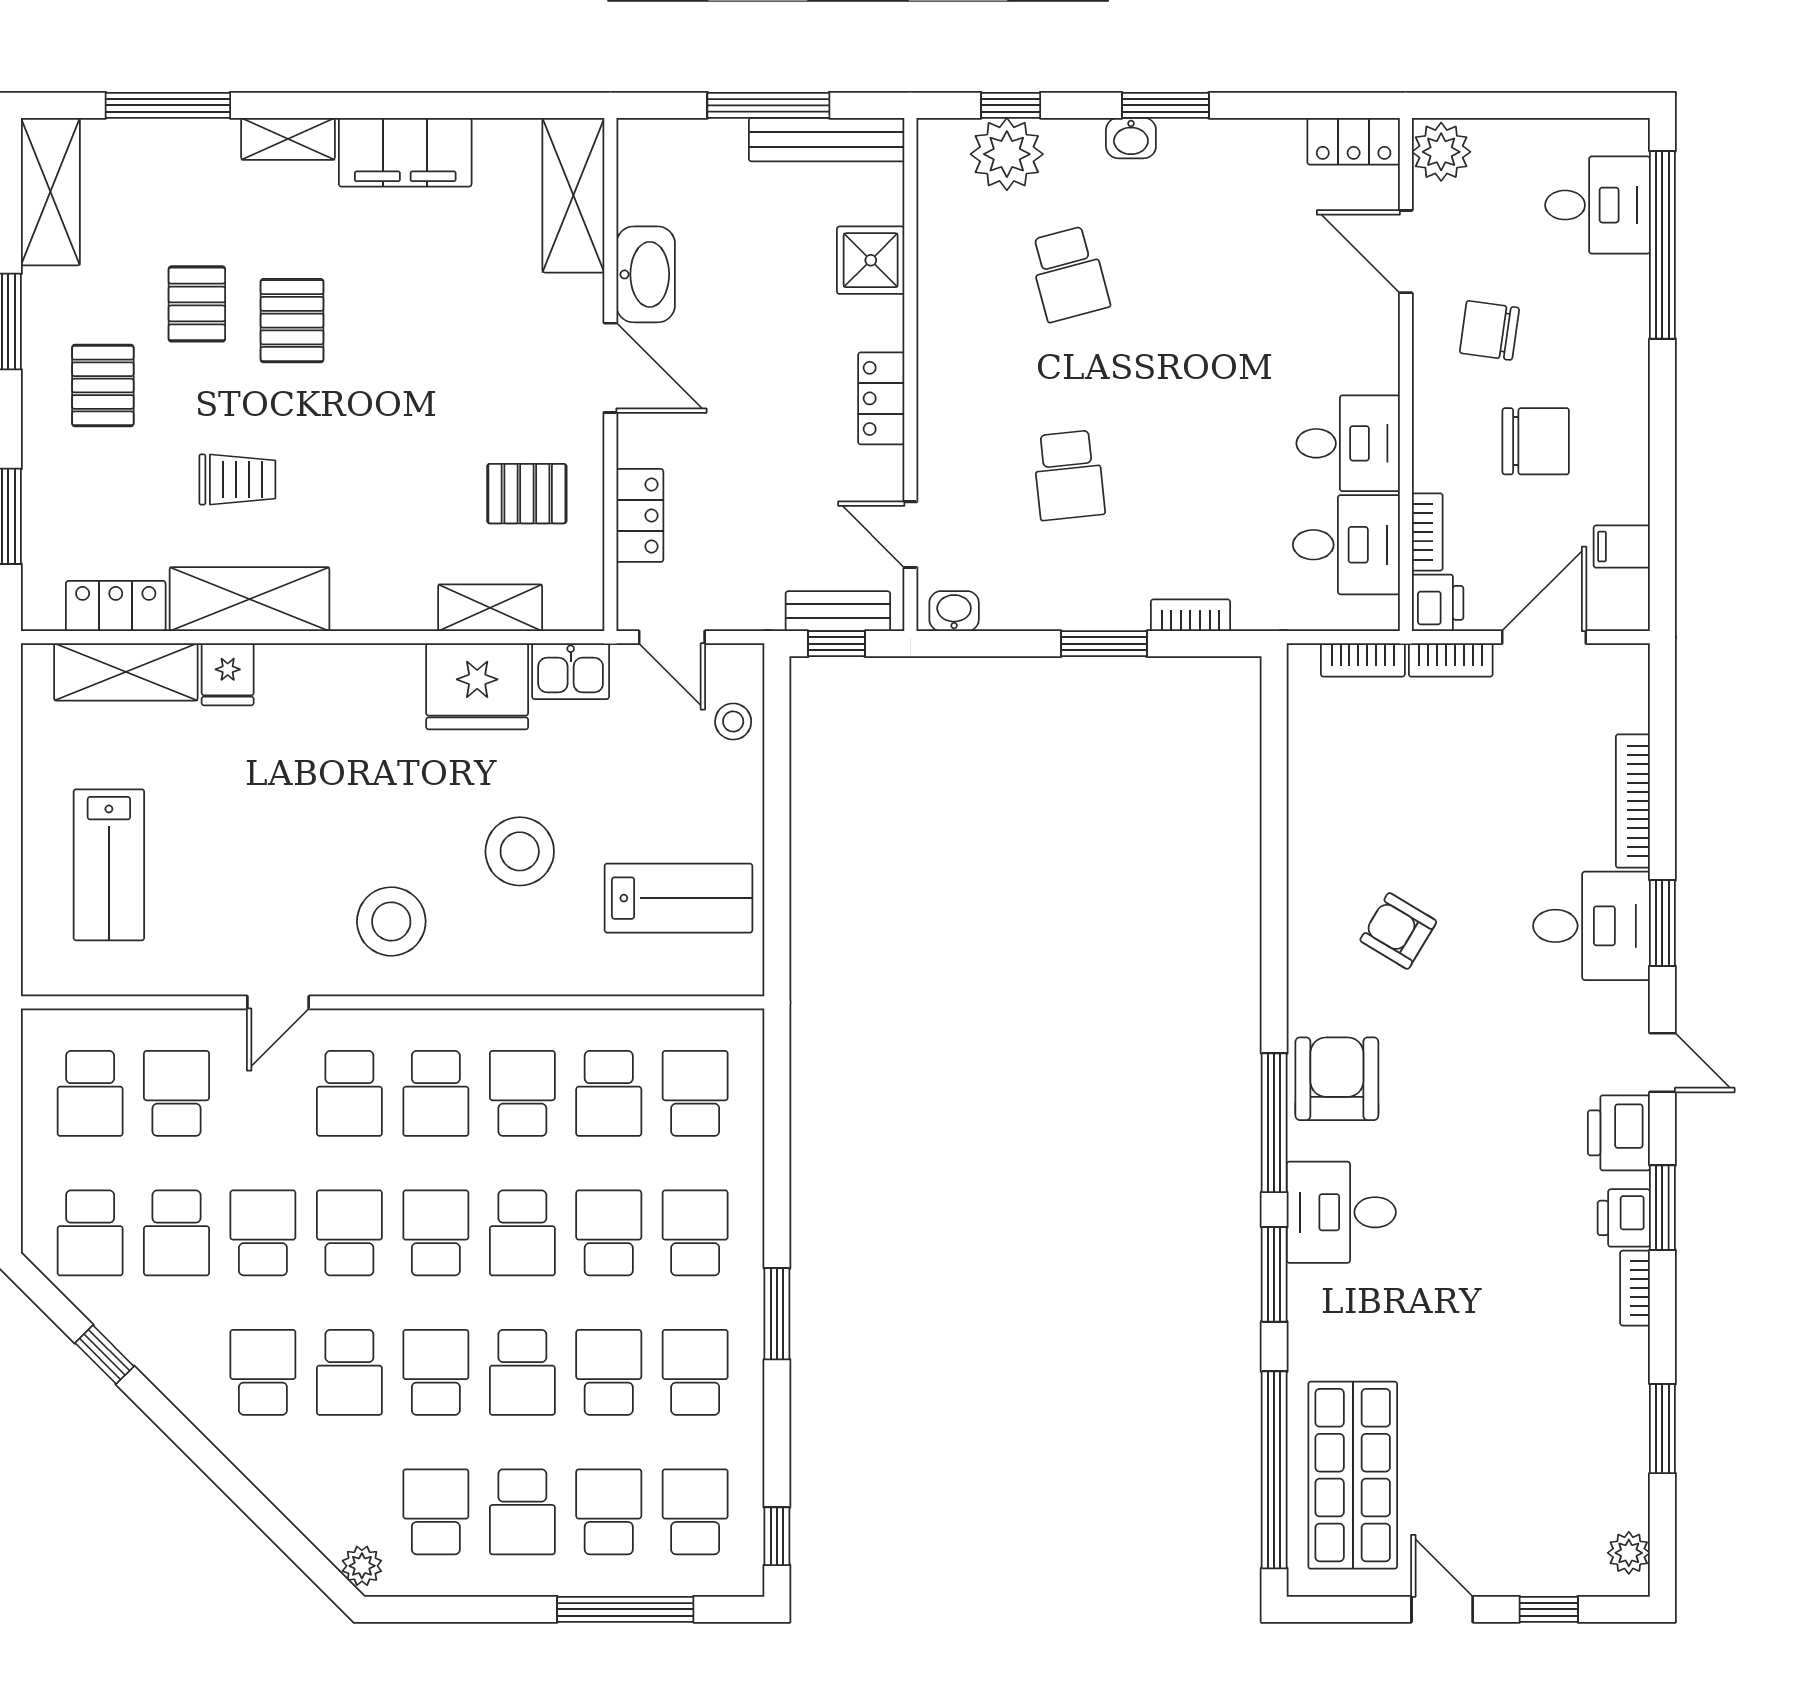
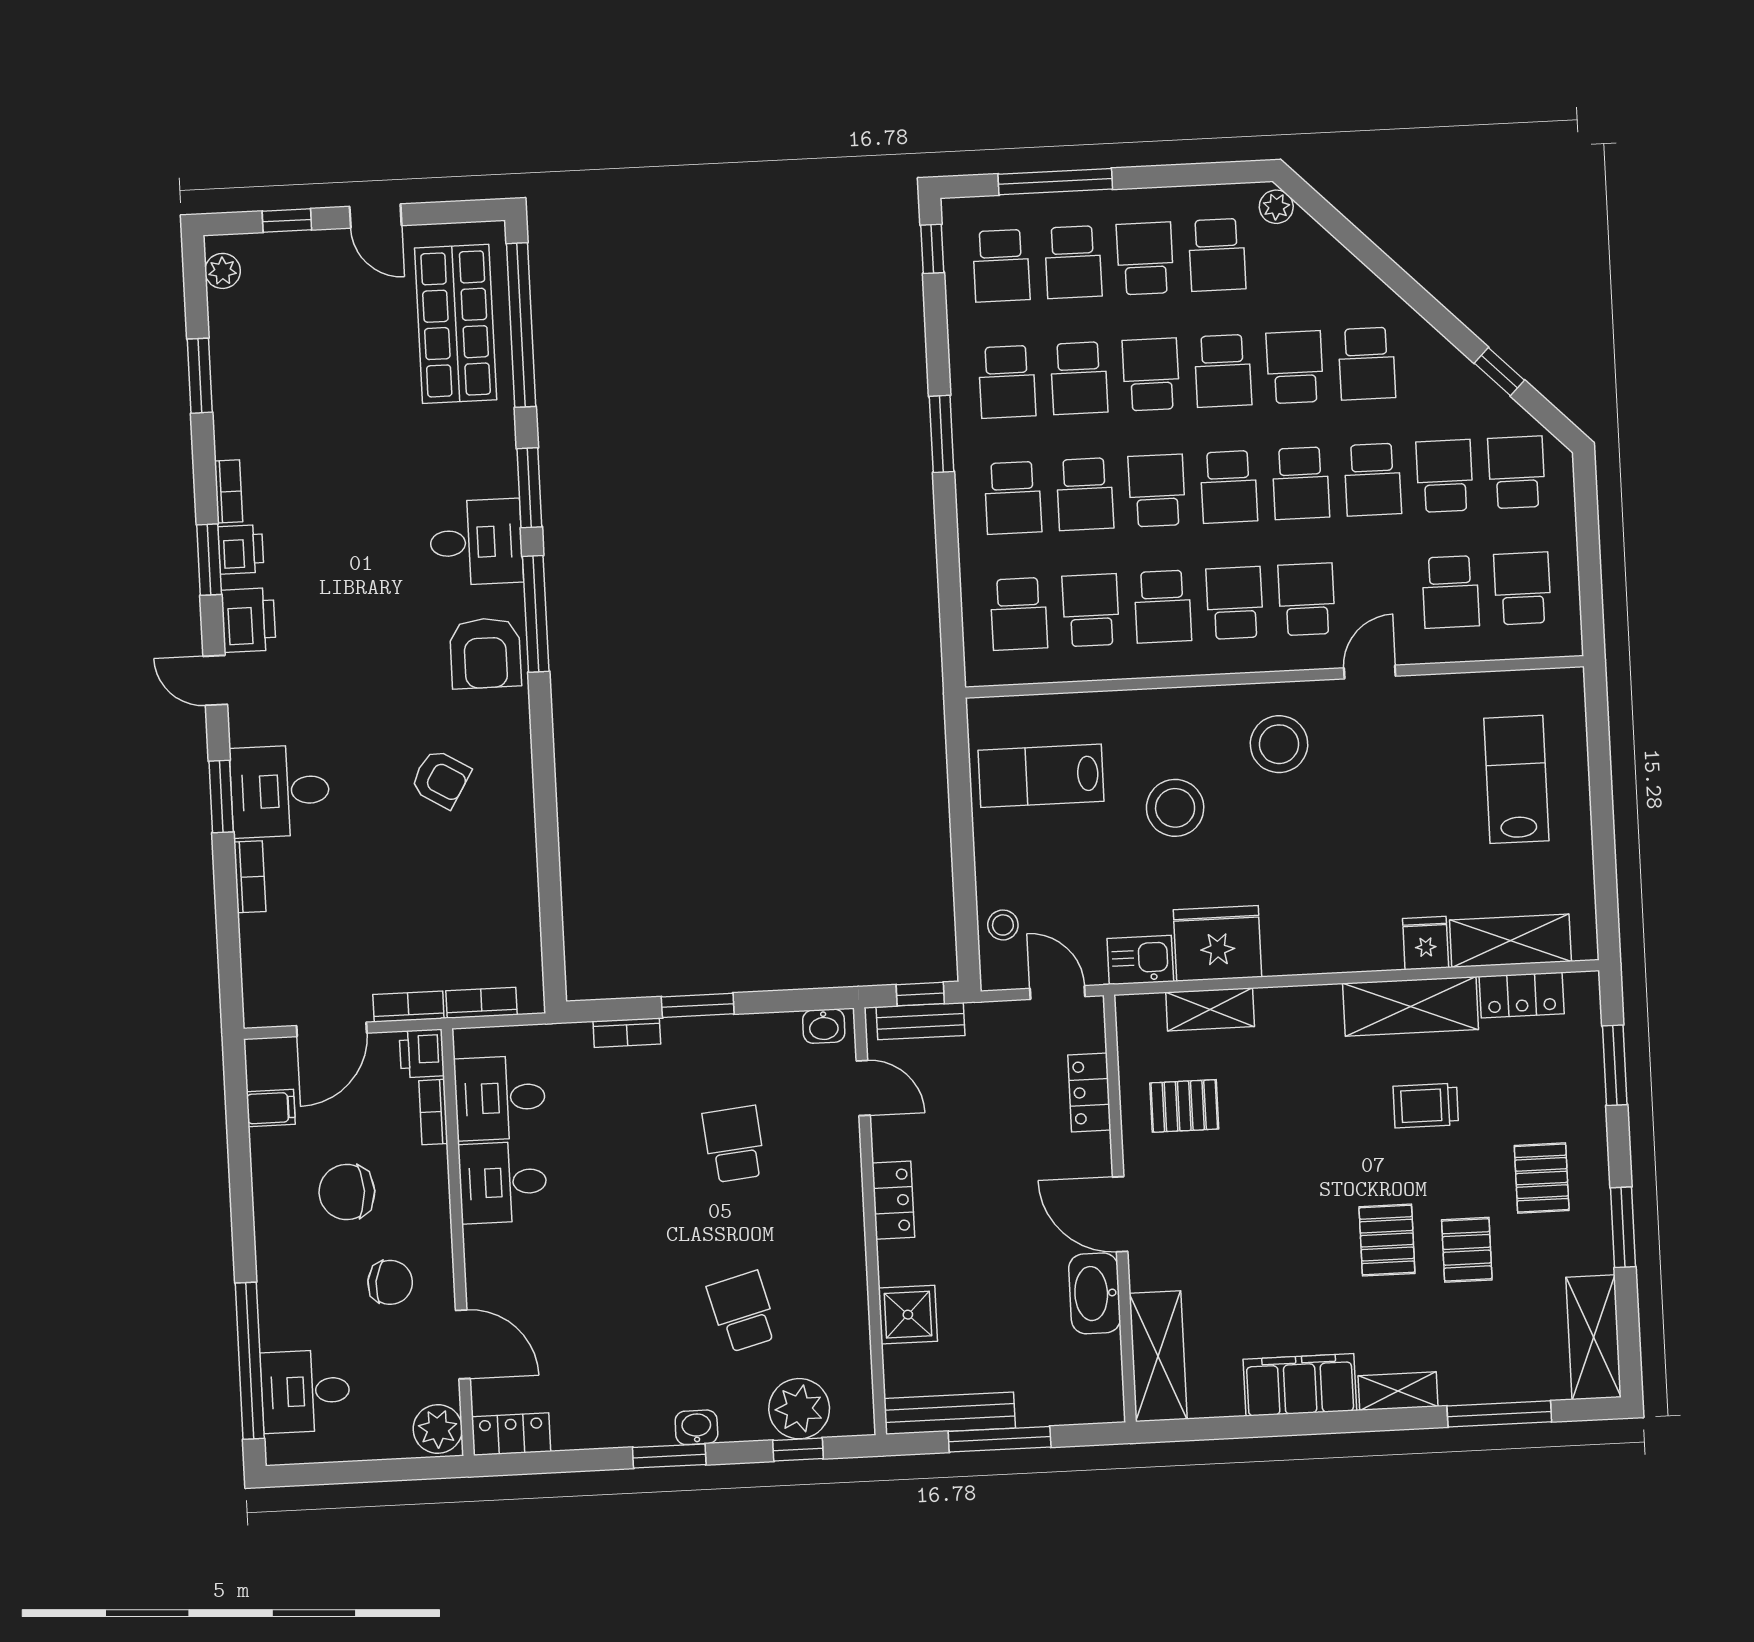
bookcase: (1633, 801) -> (250, 877), width x0.64

